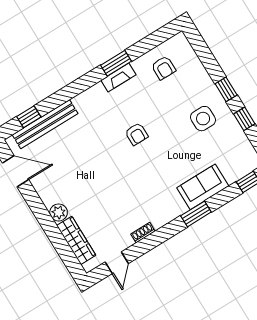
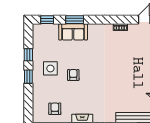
armchair: (136, 134) -> (73, 75), moved
window: (196, 214) -> (75, 20), moved

